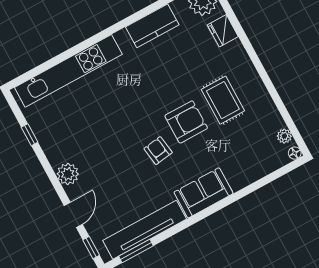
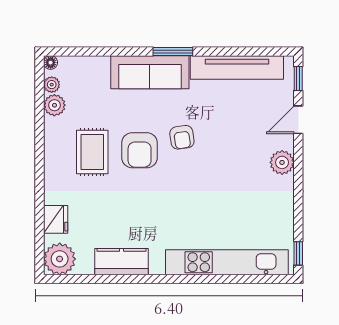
plant: (273, 121) -> (54, 105), added
armchair: (186, 122) -> (140, 150), turned -90
window: (30, 135) -> (298, 253), moved
sofa: (203, 193) -> (150, 72), width x1.36
window: (136, 251) -> (173, 52), moved

